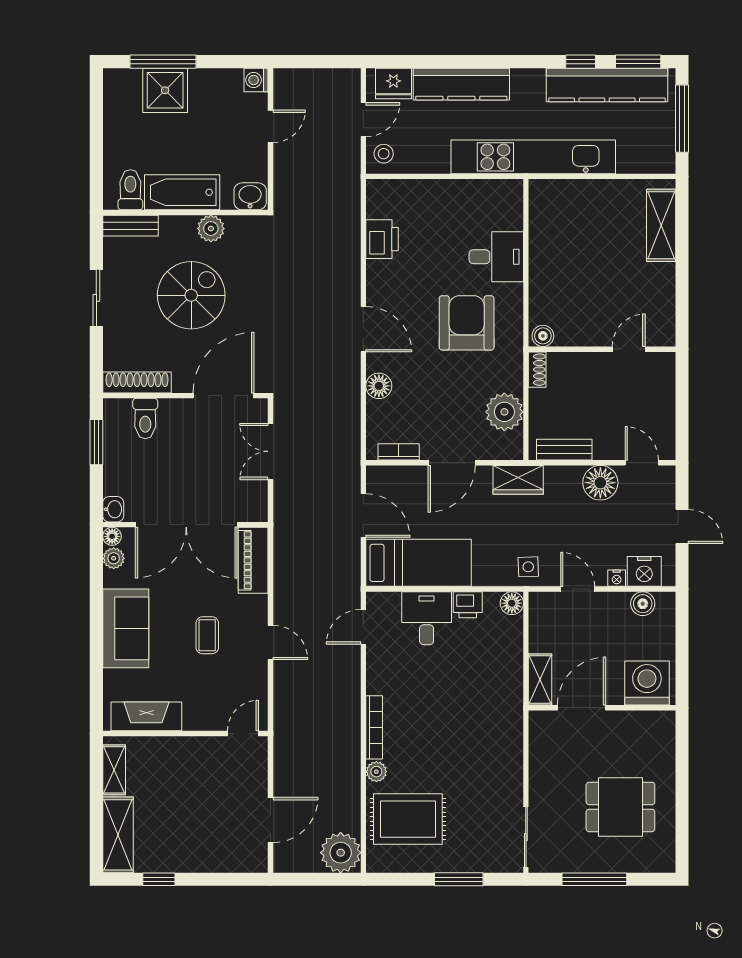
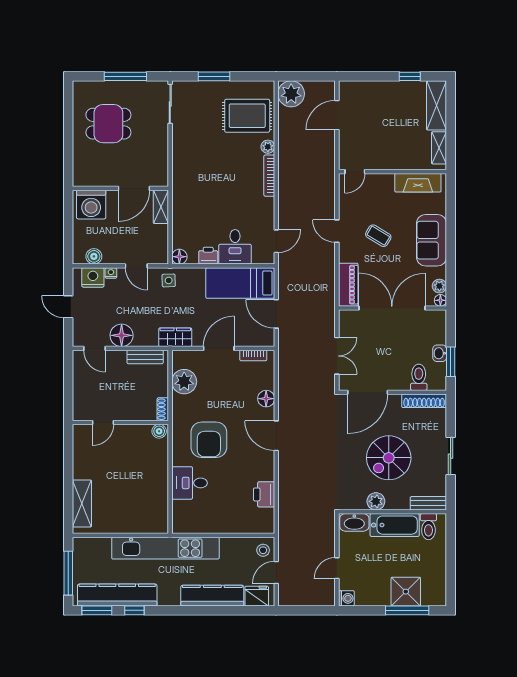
washbasin: (250, 196) -> (354, 522), width x1.38
washbasin: (113, 509) -> (440, 353), moved
coffee table: (207, 635) -> (378, 236), turned -59

